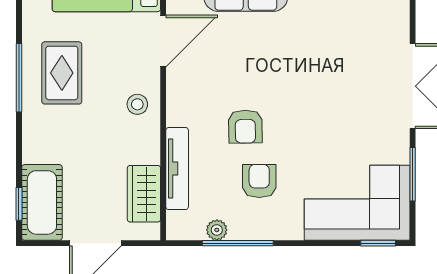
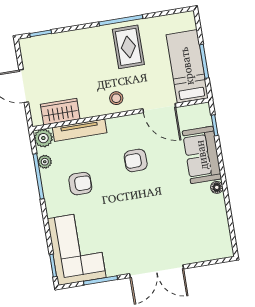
rug: (62, 73) -> (128, 47), turned 90
armchair: (245, 127) -> (136, 160), moved
cot: (42, 202) -> (44, 48), removed
plant: (180, 226) -> (43, 138), added

